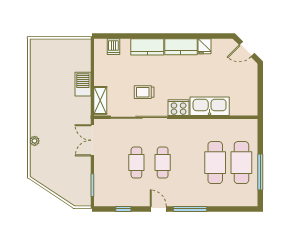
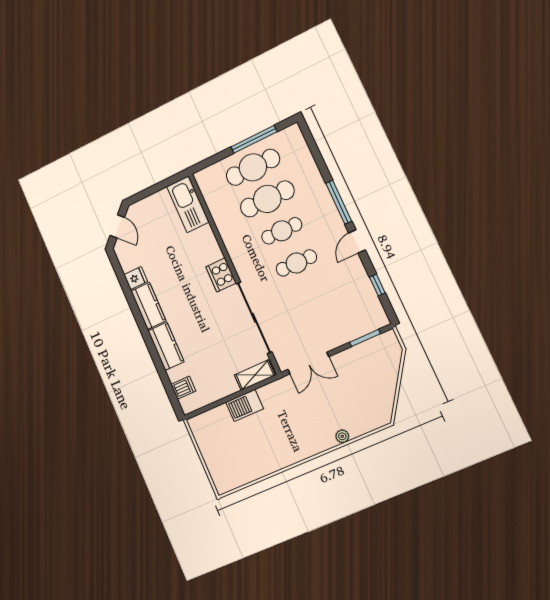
trolley: (144, 92) -> (221, 325), removed
kitchen sink: (210, 106) -> (188, 204), moved
cafe table: (136, 163) -> (282, 231), moved

